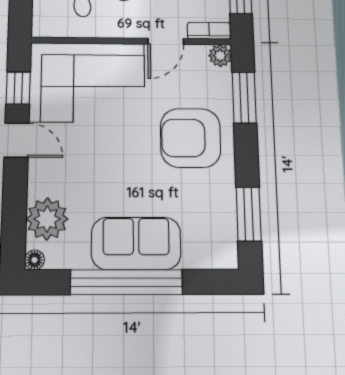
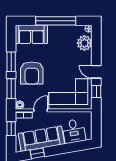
armchair: (191, 138) -> (32, 73), turned 90
window: (249, 214) -> (11, 62), moved
sofa: (136, 243) -> (31, 34), moved

